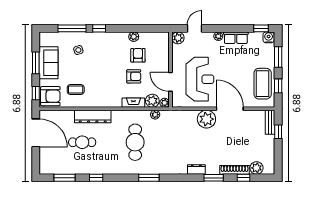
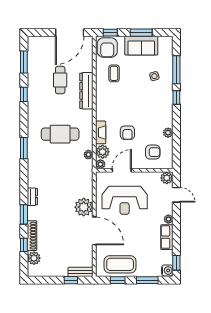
armchair: (138, 55) -> (153, 152), moved
door: (230, 109) -> (94, 231), hinge flipped

